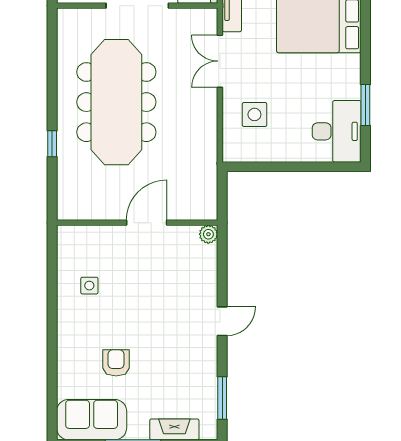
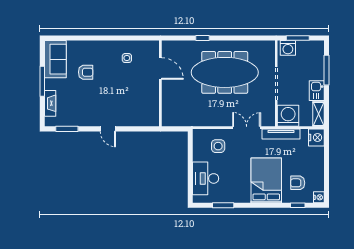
desk: (337, 131) -> (206, 178), moved, turned 90
door: (147, 223) -> (160, 68), moved
plant: (208, 234) -> (154, 122), removed

